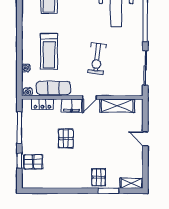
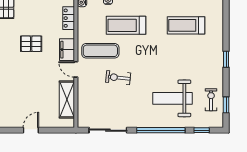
exercise bike: (97, 59) -> (118, 78), width x0.73, depth x0.72
exercise mat: (53, 88) -> (100, 51), moved, turned 90

